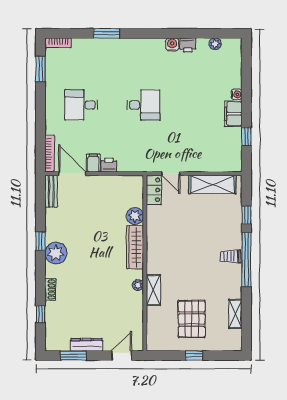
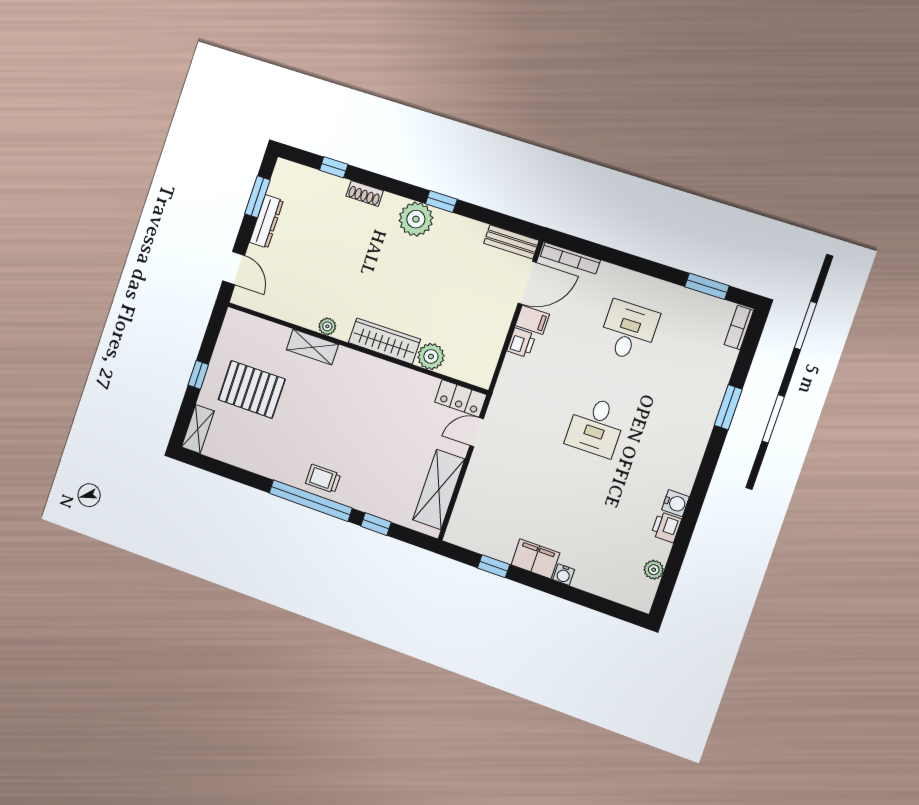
trolley: (230, 256) -> (323, 479), turned -90
shelving: (235, 314) -> (198, 429), moved, turned 90

